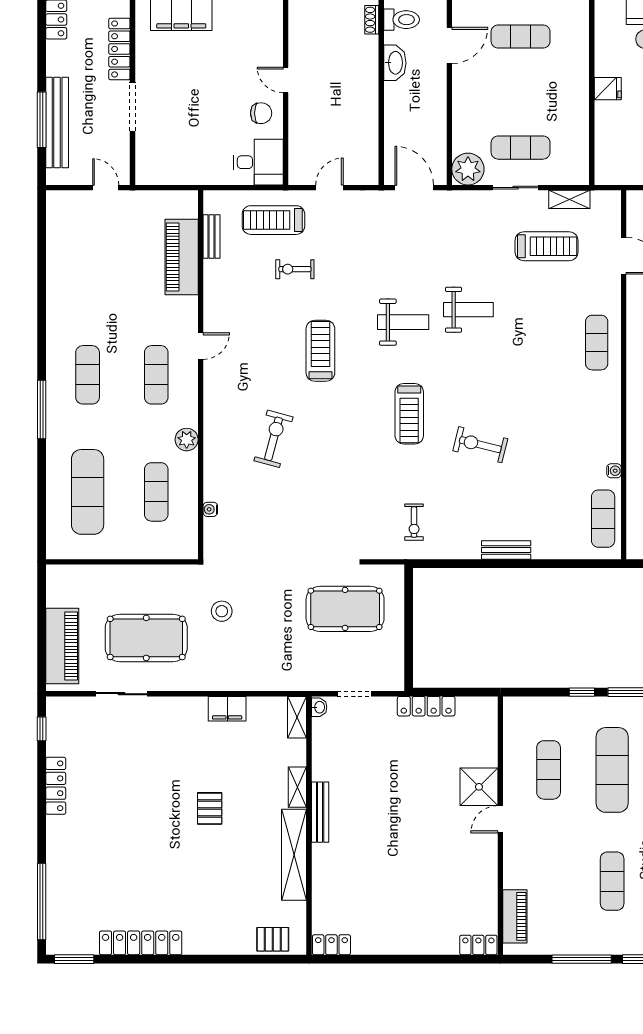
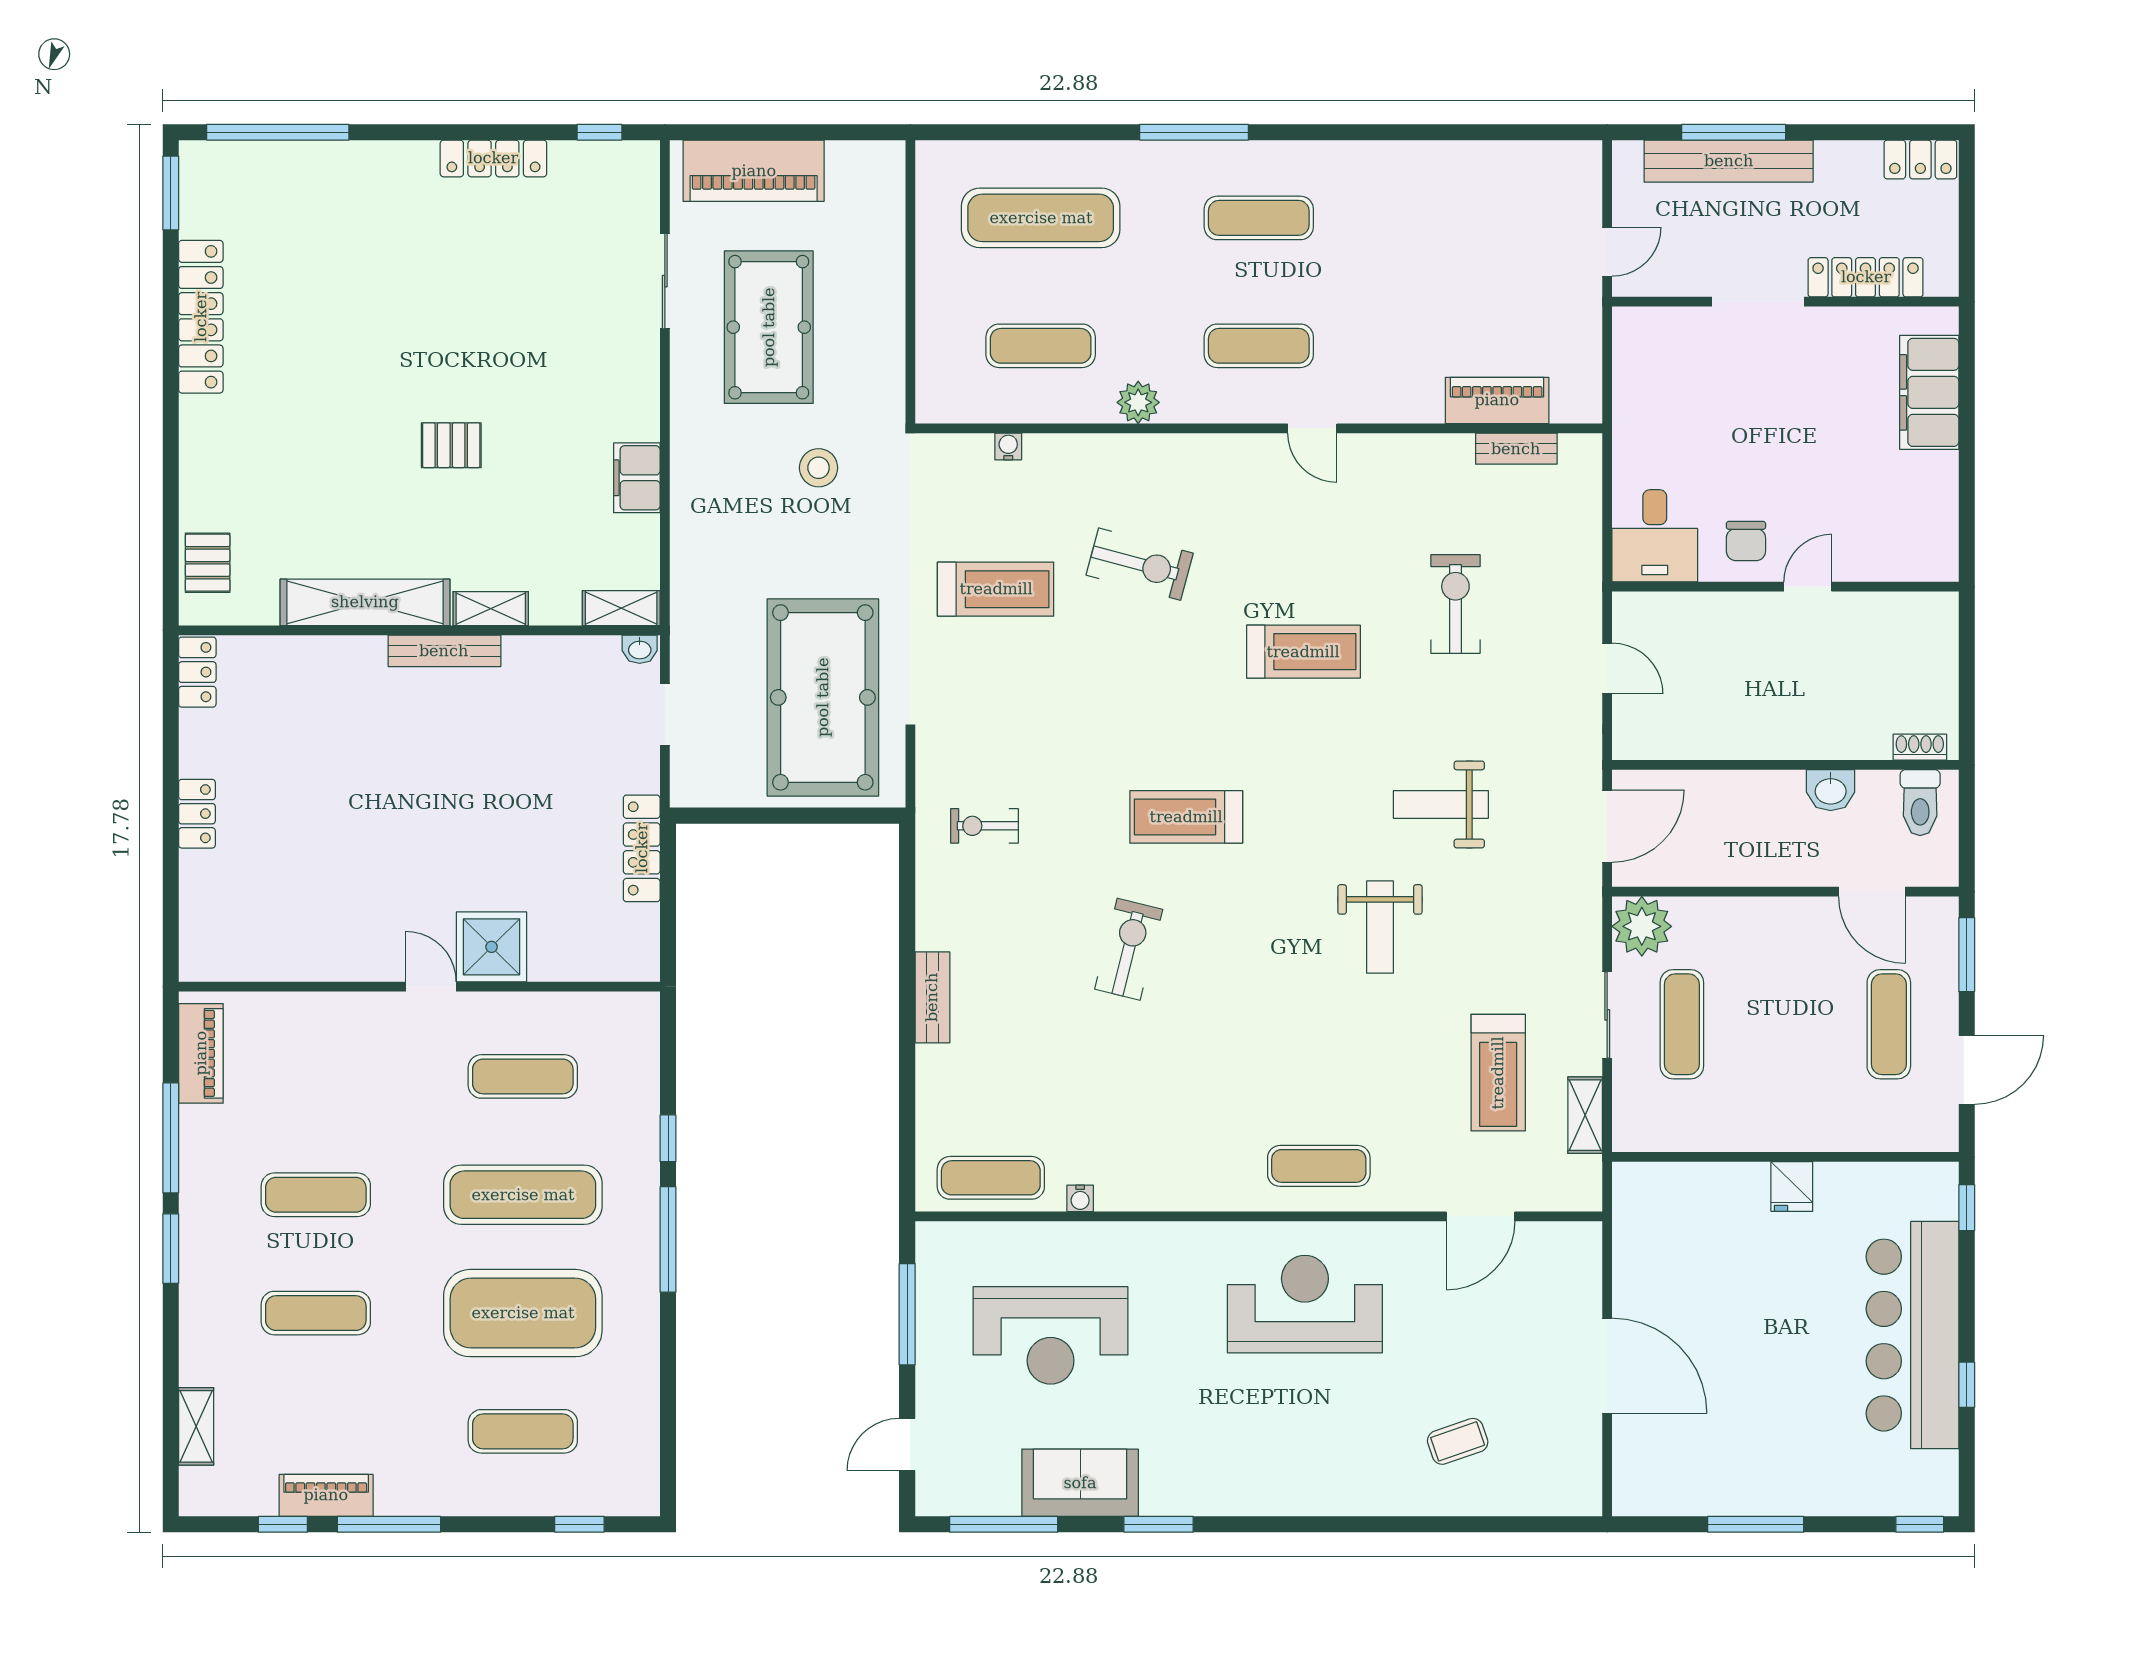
washbasin: (395, 63) -> (1831, 790), width x0.72
treadmill: (273, 220) -> (996, 589), moved, turned 90
piano: (182, 257) -> (1497, 400), width x0.73, depth x0.75
exercise bike: (295, 269) -> (1455, 604), width x1.38, depth x1.39
weight bench: (403, 322) -> (1441, 804), moved, turned 90
pool table: (345, 609) -> (823, 697), width x1.36, depth x1.32
piano: (515, 916) -> (201, 1053), moved, turned -90
locker: (478, 945) -> (197, 814), moved

